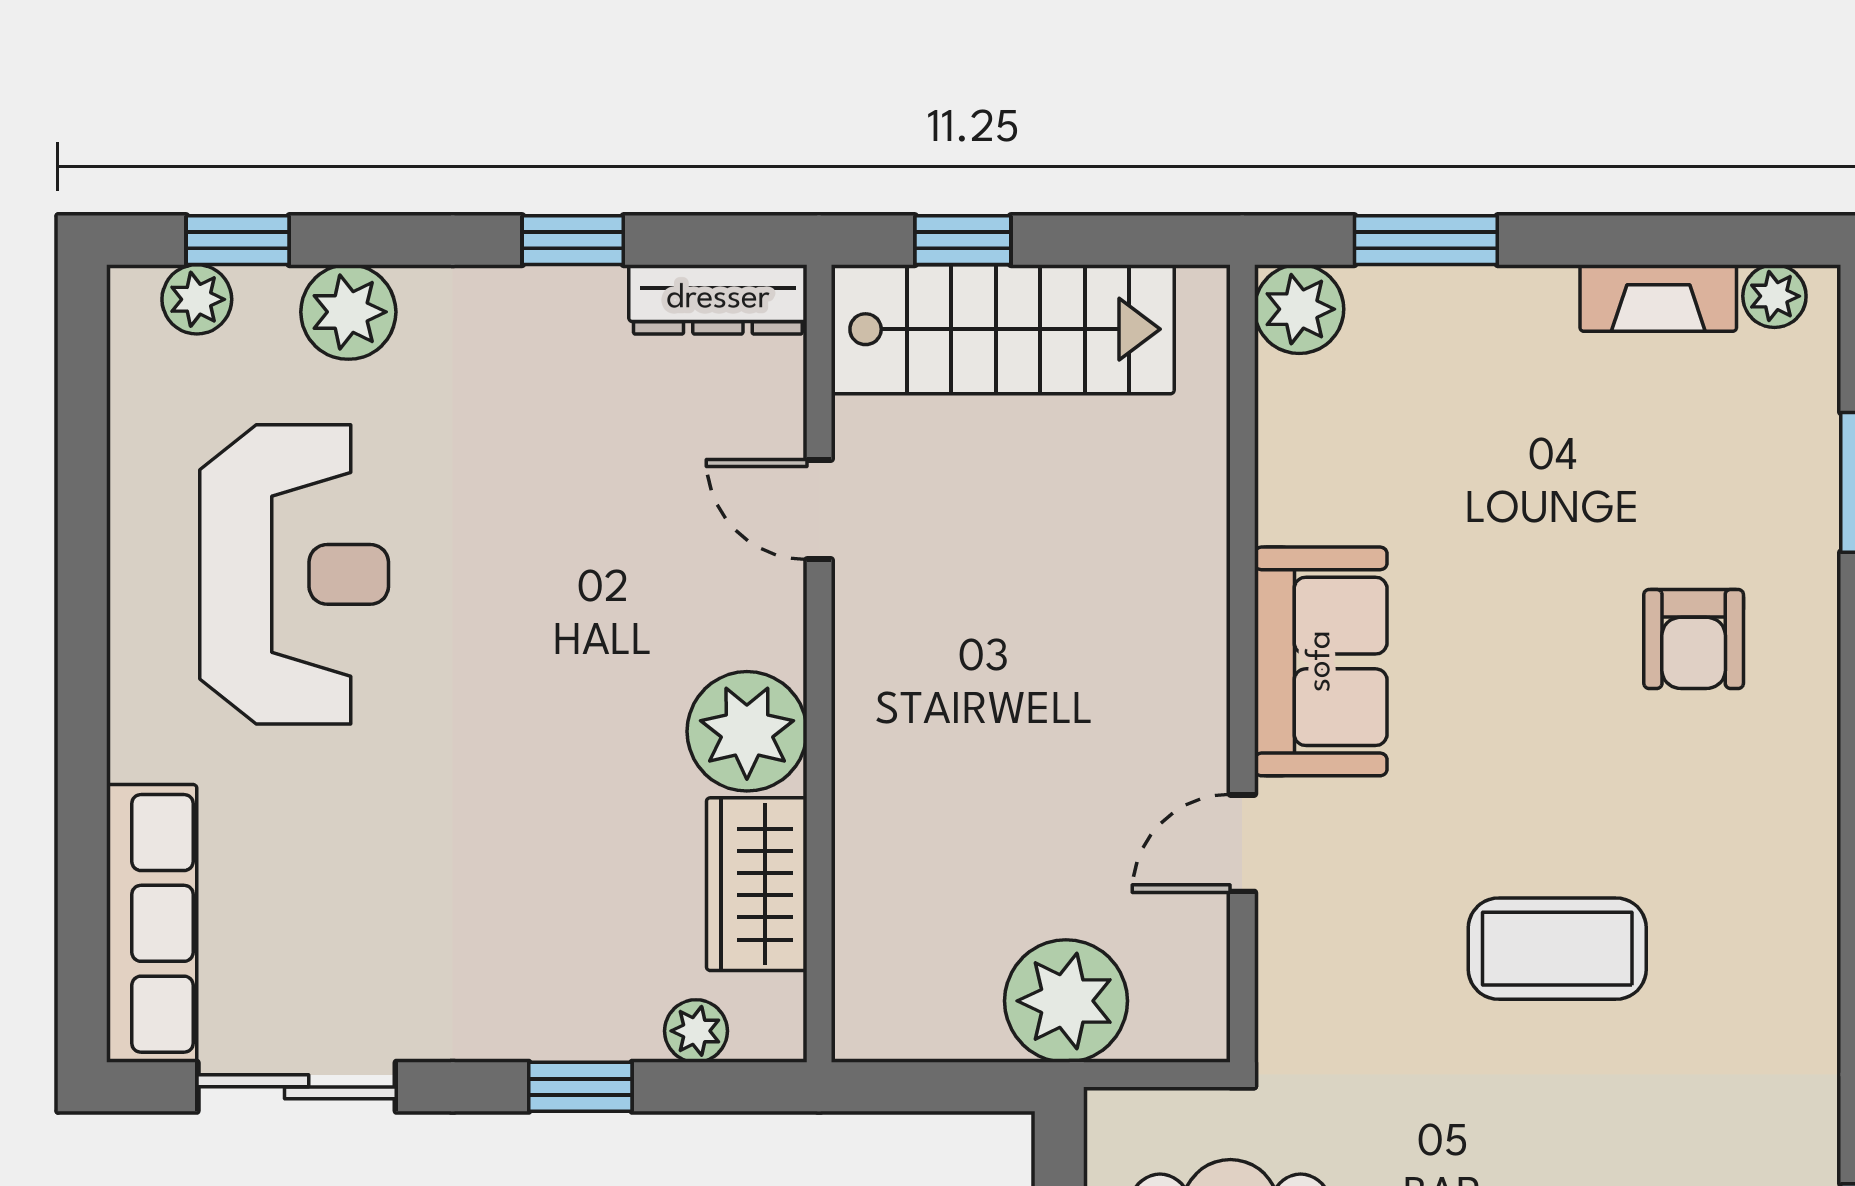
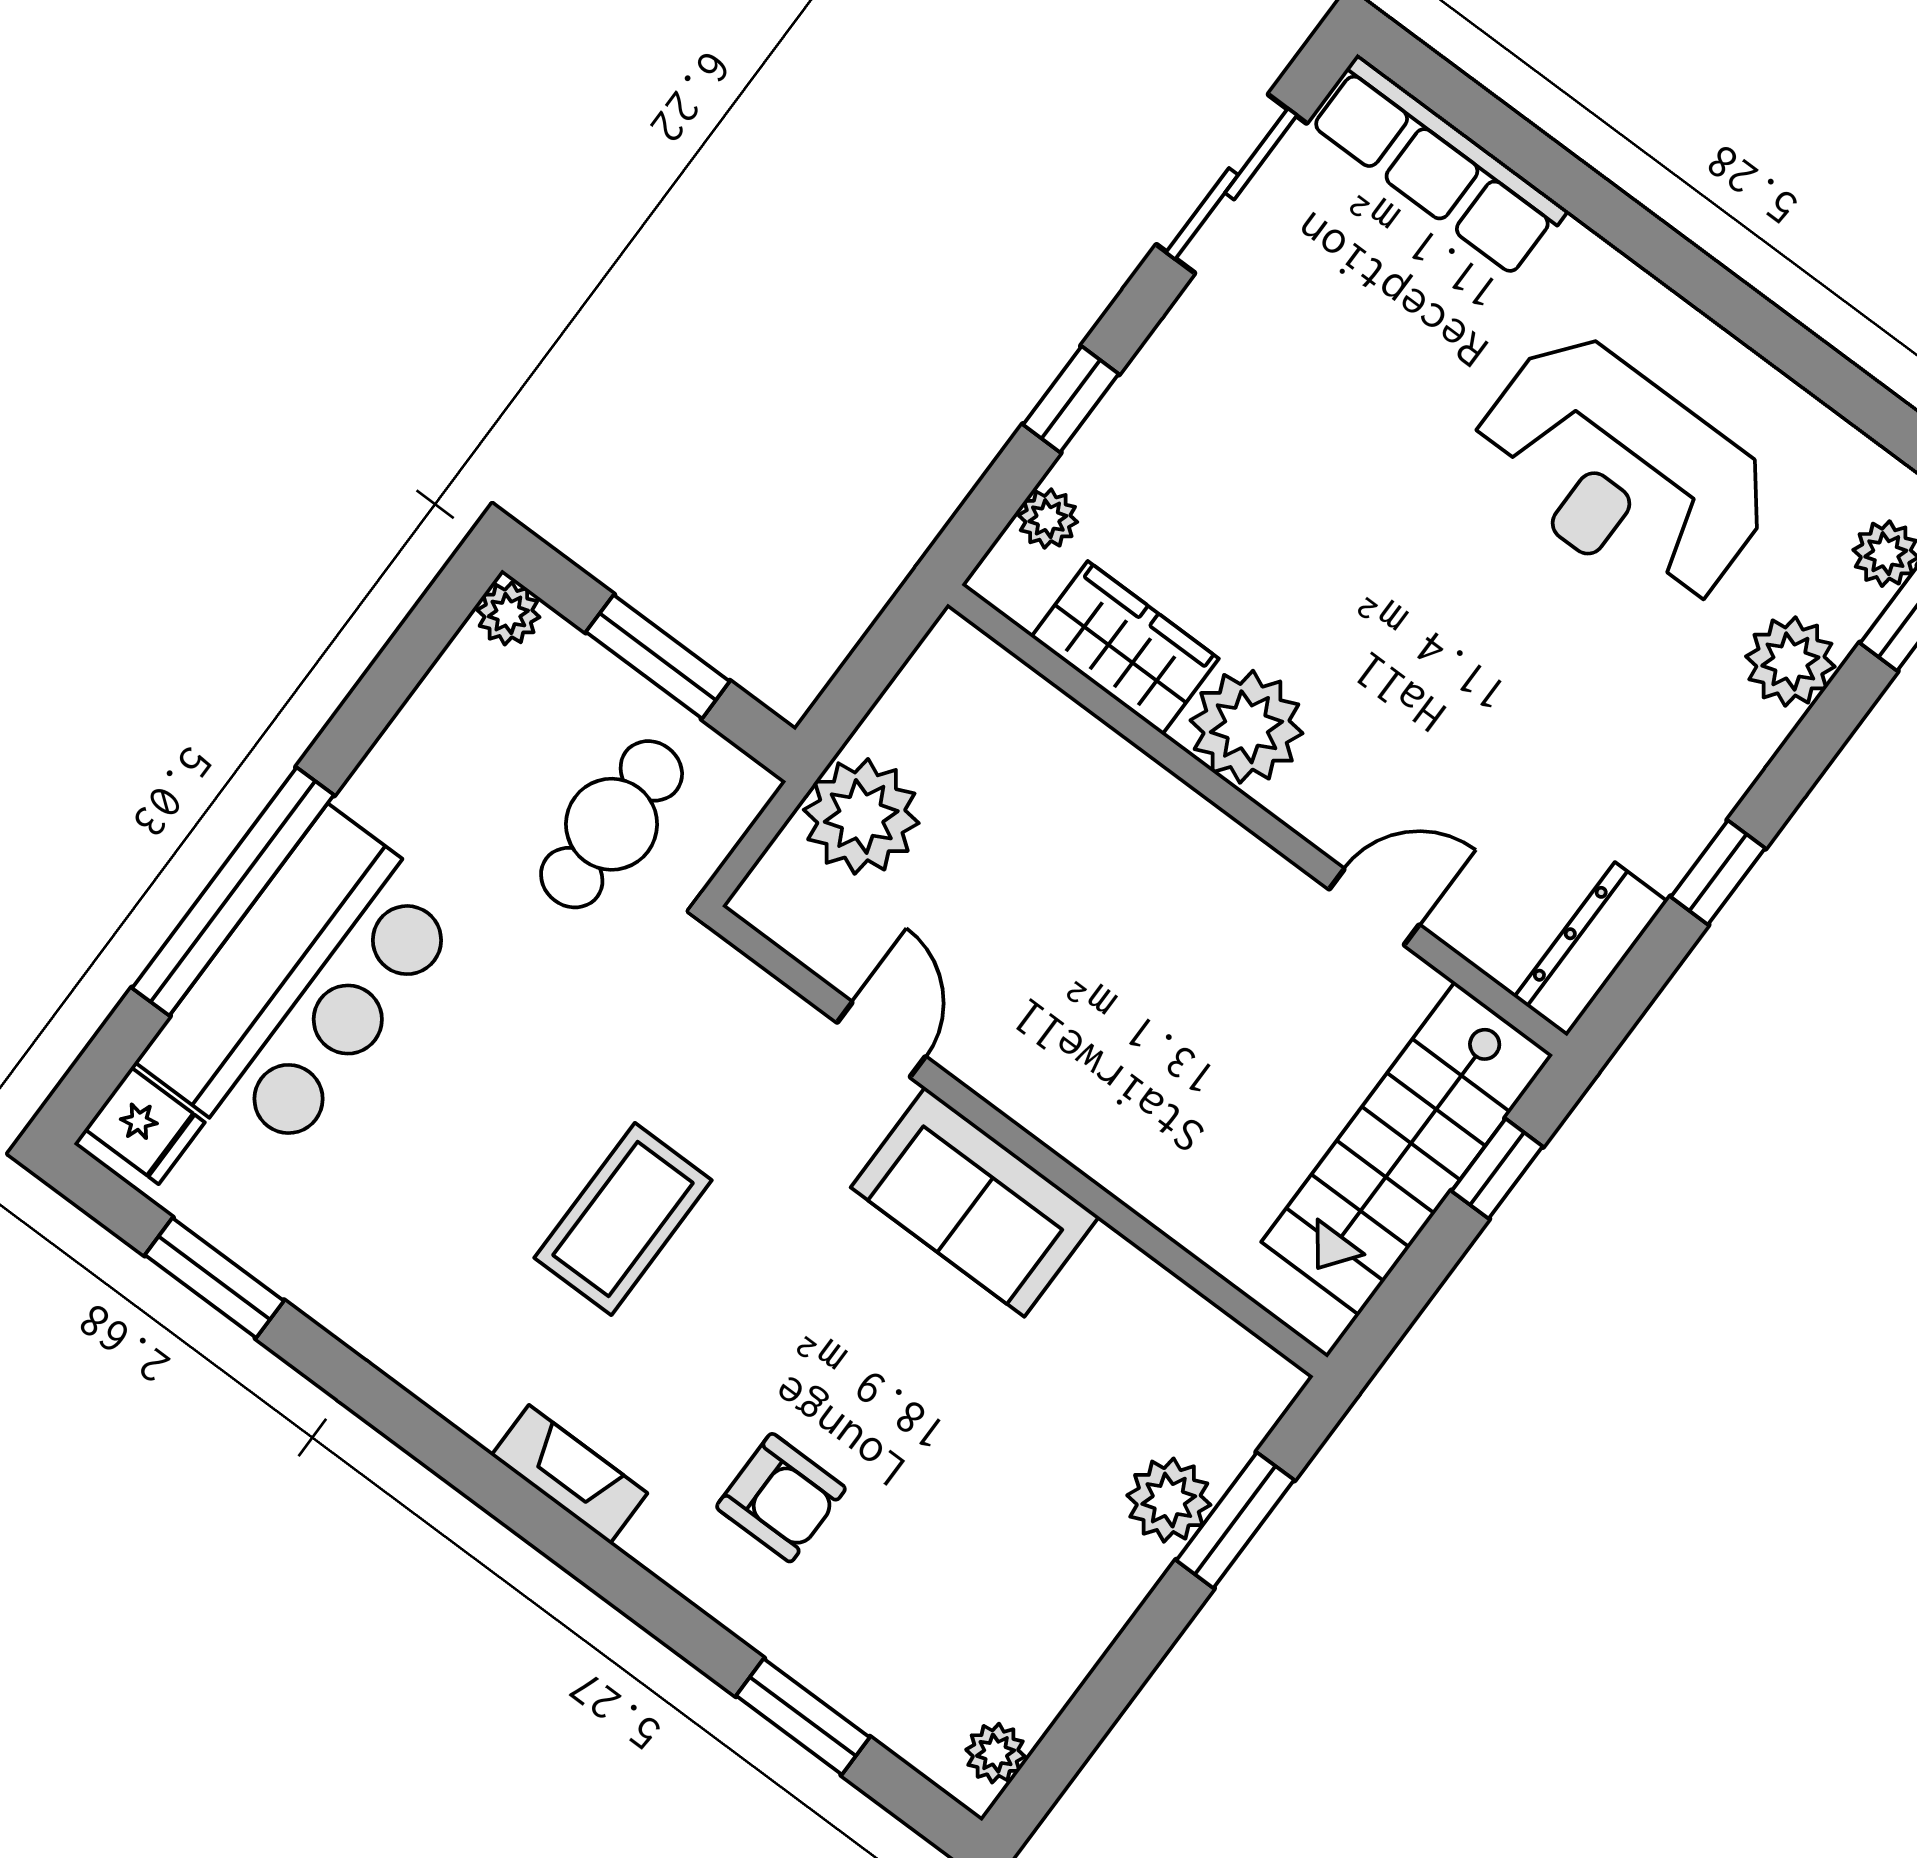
fireplace: (1658, 298) -> (569, 1474), moved, turned 90
plant: (1299, 309) -> (1169, 1500), moved
armchair: (1694, 639) -> (781, 1498), turned 180

